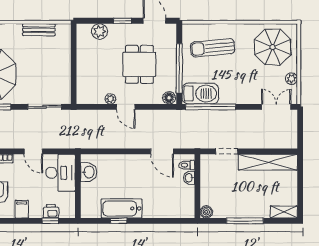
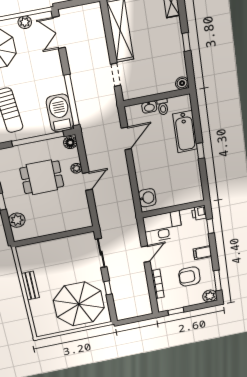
bench: (39, 30) -> (30, 286), moved
plant: (110, 99) -> (76, 168), moved
toilet: (187, 165) -> (163, 107), moved
washbasin: (89, 172) -> (147, 198), moved, turned 90
bathtub: (122, 208) -> (185, 132), moved
printer: (51, 211) -> (199, 213), moved
window: (119, 221) -> (200, 151), moved
window: (245, 221) -> (186, 42), width x0.46

